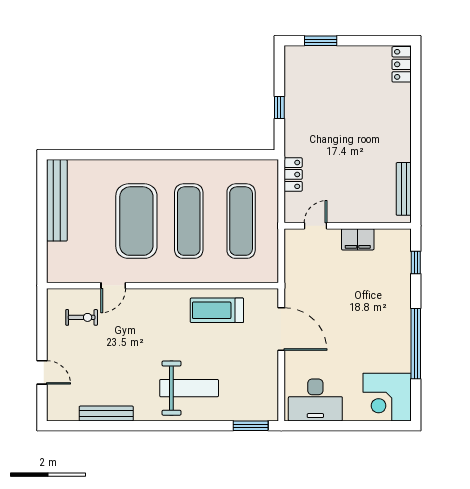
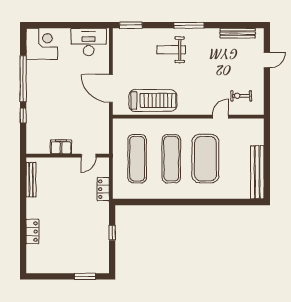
locker: (402, 64) -> (32, 232), moved
window: (416, 263) -> (23, 116), moved
treadmill: (217, 310) -> (153, 101), width x1.37, depth x1.38
door: (42, 372) -> (267, 60), swing flipped
weight bench: (189, 388) -> (171, 50), width x0.73, depth x0.75
bench: (106, 413) -> (238, 33), moved
window: (162, 426) -> (189, 25), added

